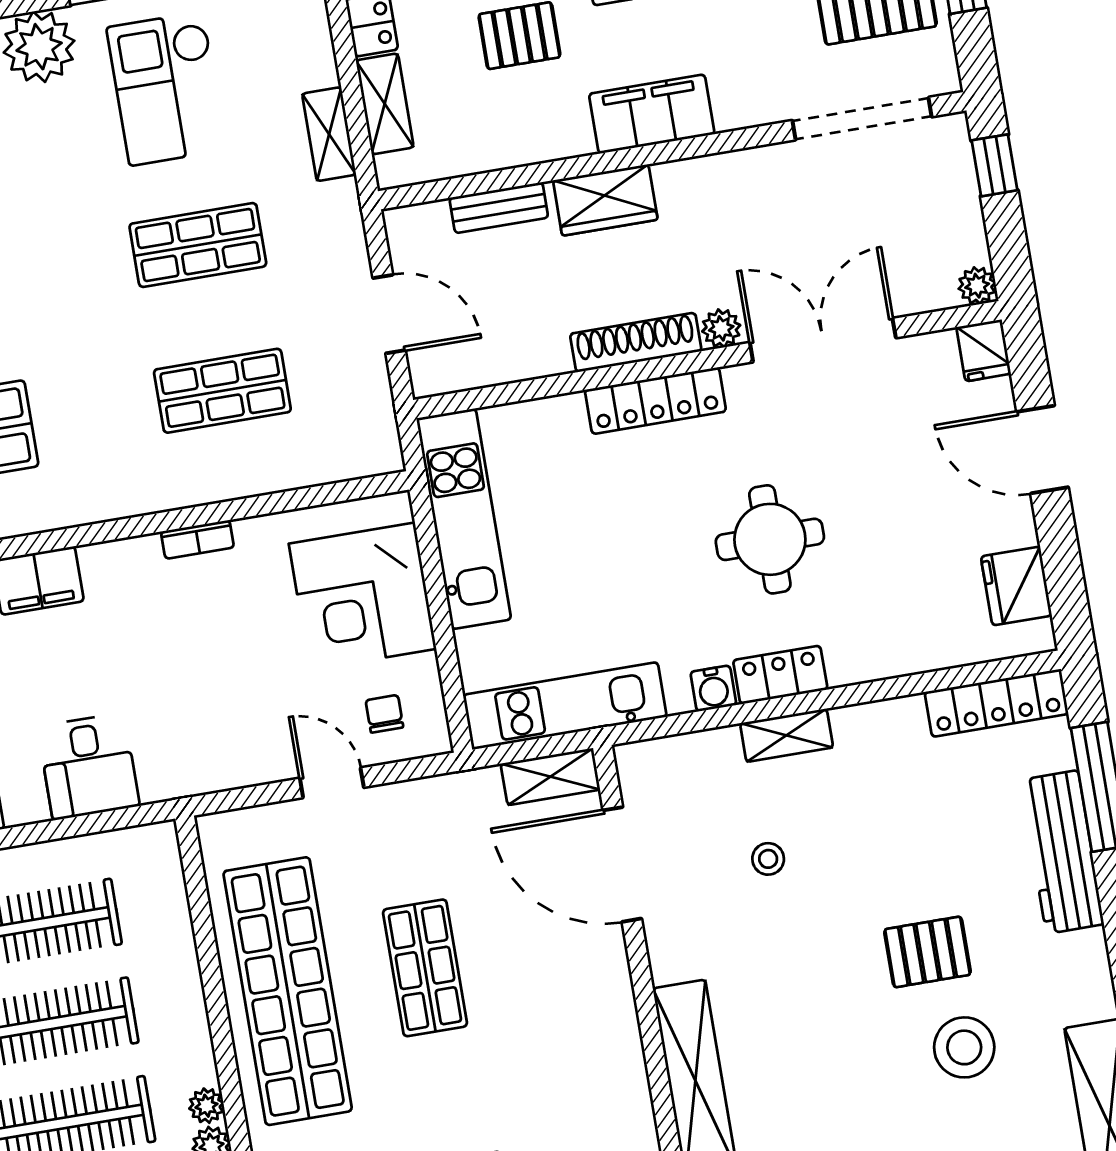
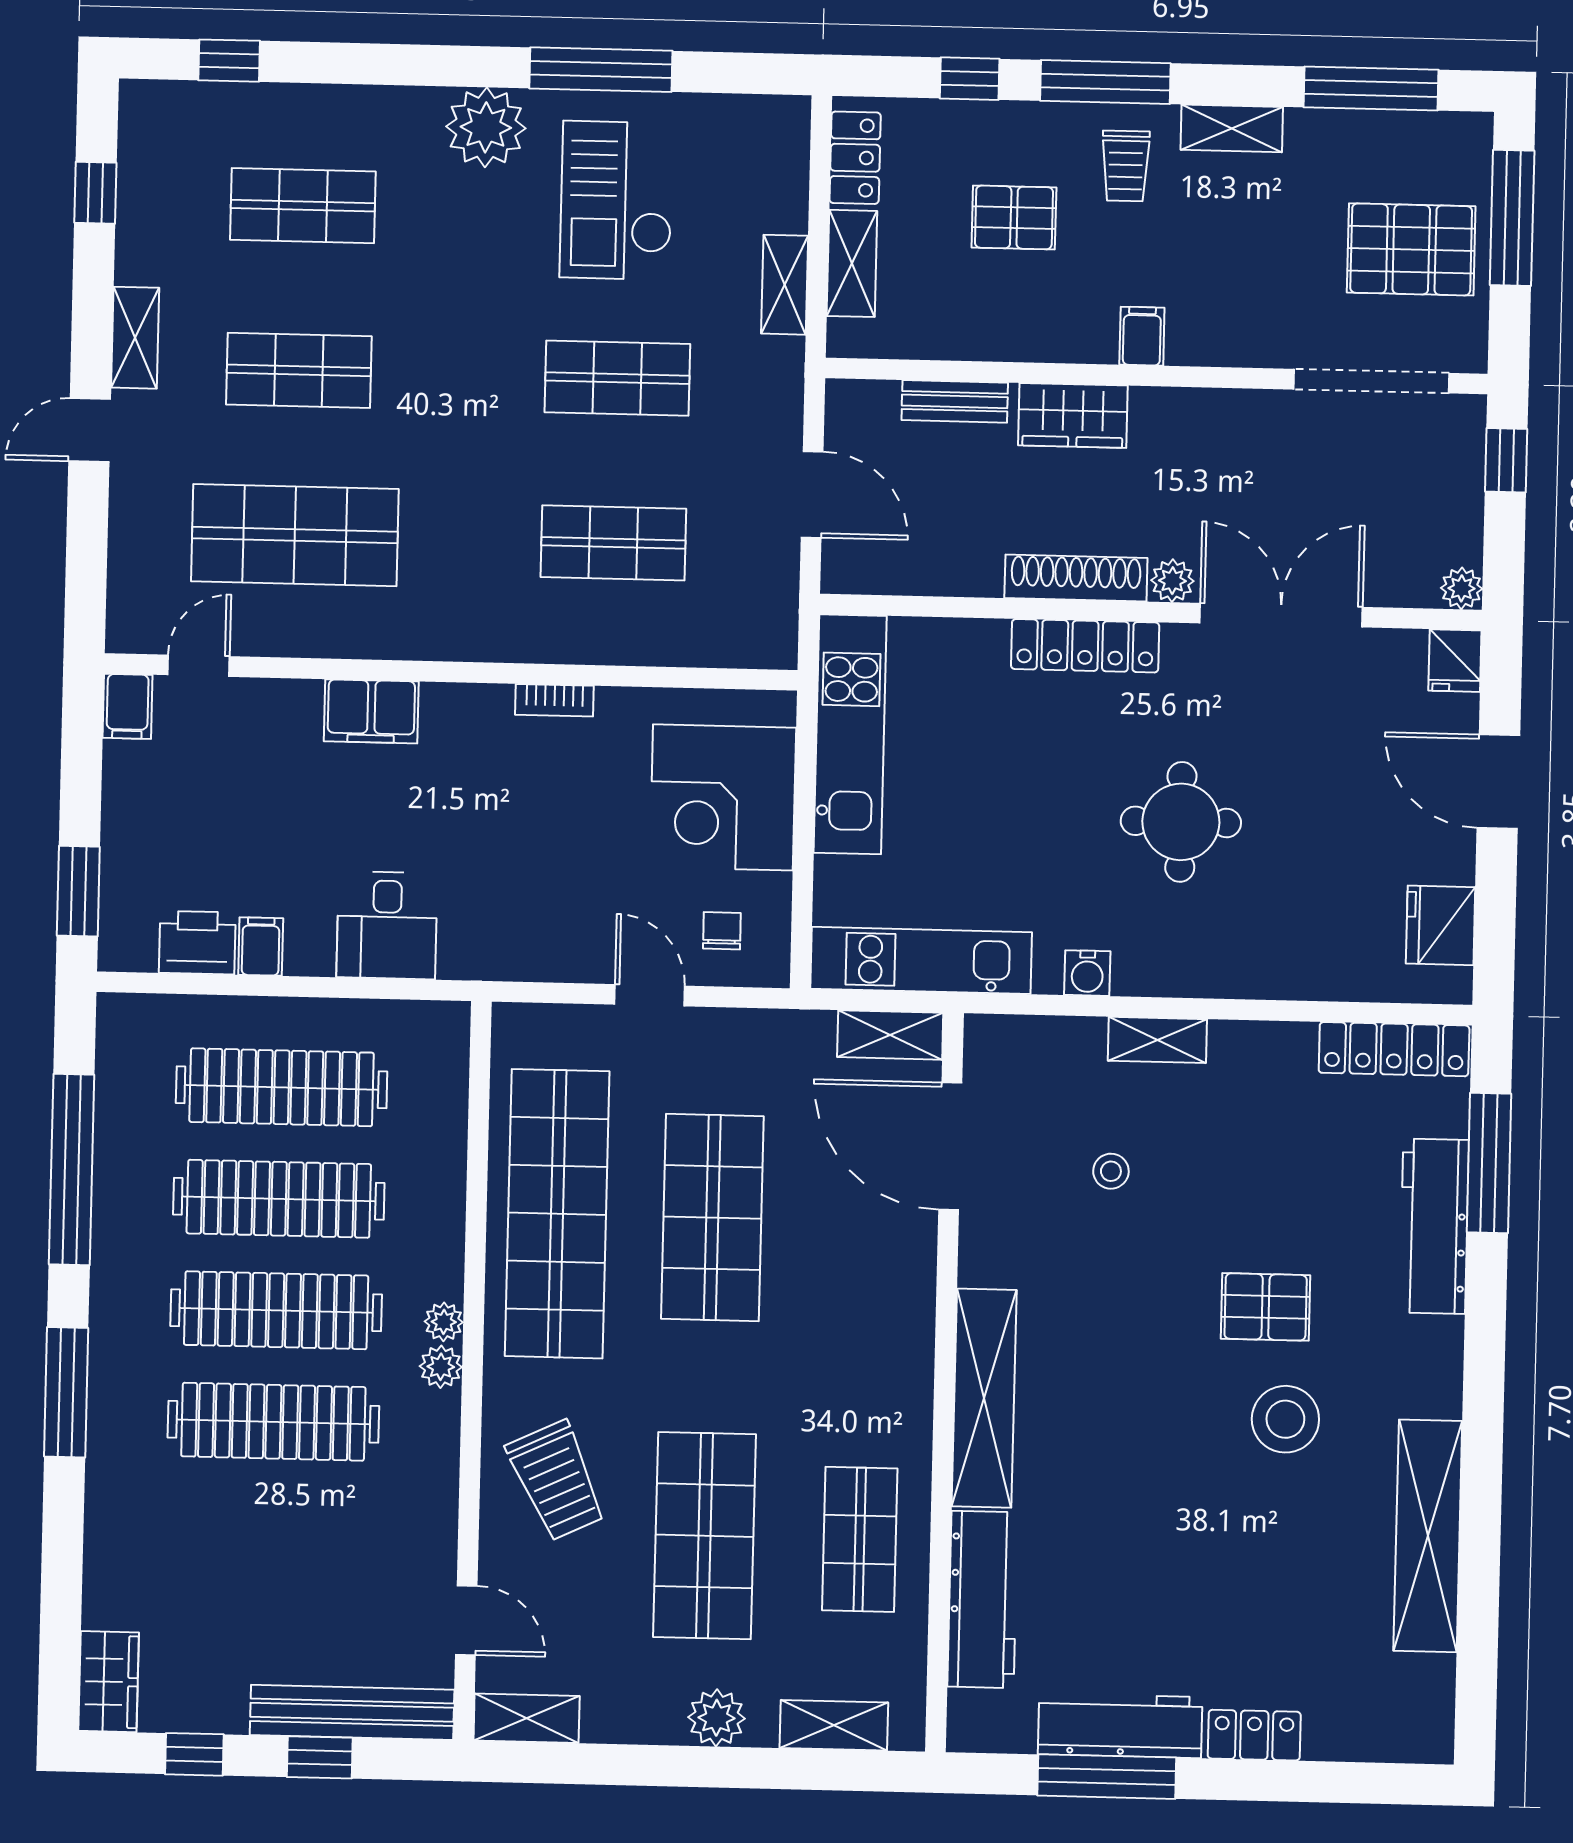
filing cabinet: (652, 114) -> (1142, 336), width x0.33, depth x0.86
locker: (780, 675) -> (1163, 972), removed
shop shelf: (425, 968) -> (712, 1217), width x1.43, depth x1.36

